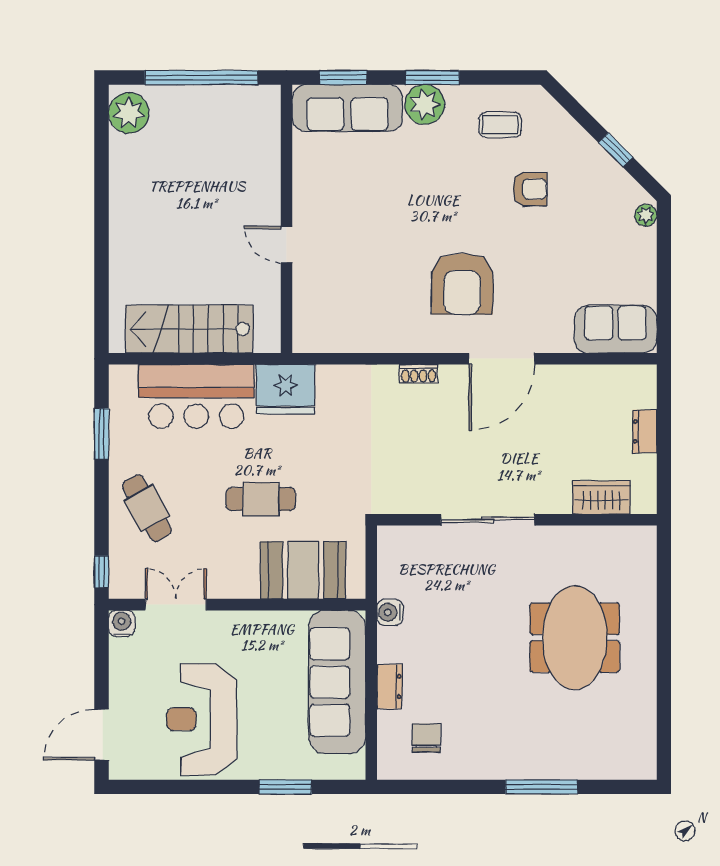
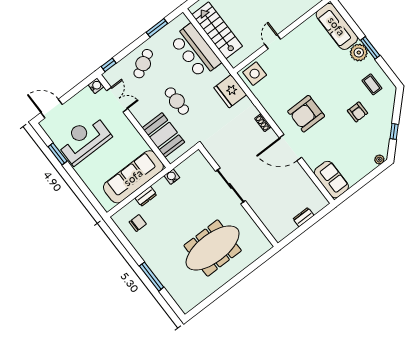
window: (343, 78) -> (346, 17), removed
side table: (319, 321) -> (255, 74), added
fridge: (285, 389) -> (230, 91), moved
wardrobe: (601, 497) -> (269, 220), removed
meeting table: (575, 638) -> (213, 248), width x1.36
window: (285, 787) -> (58, 154), moved

